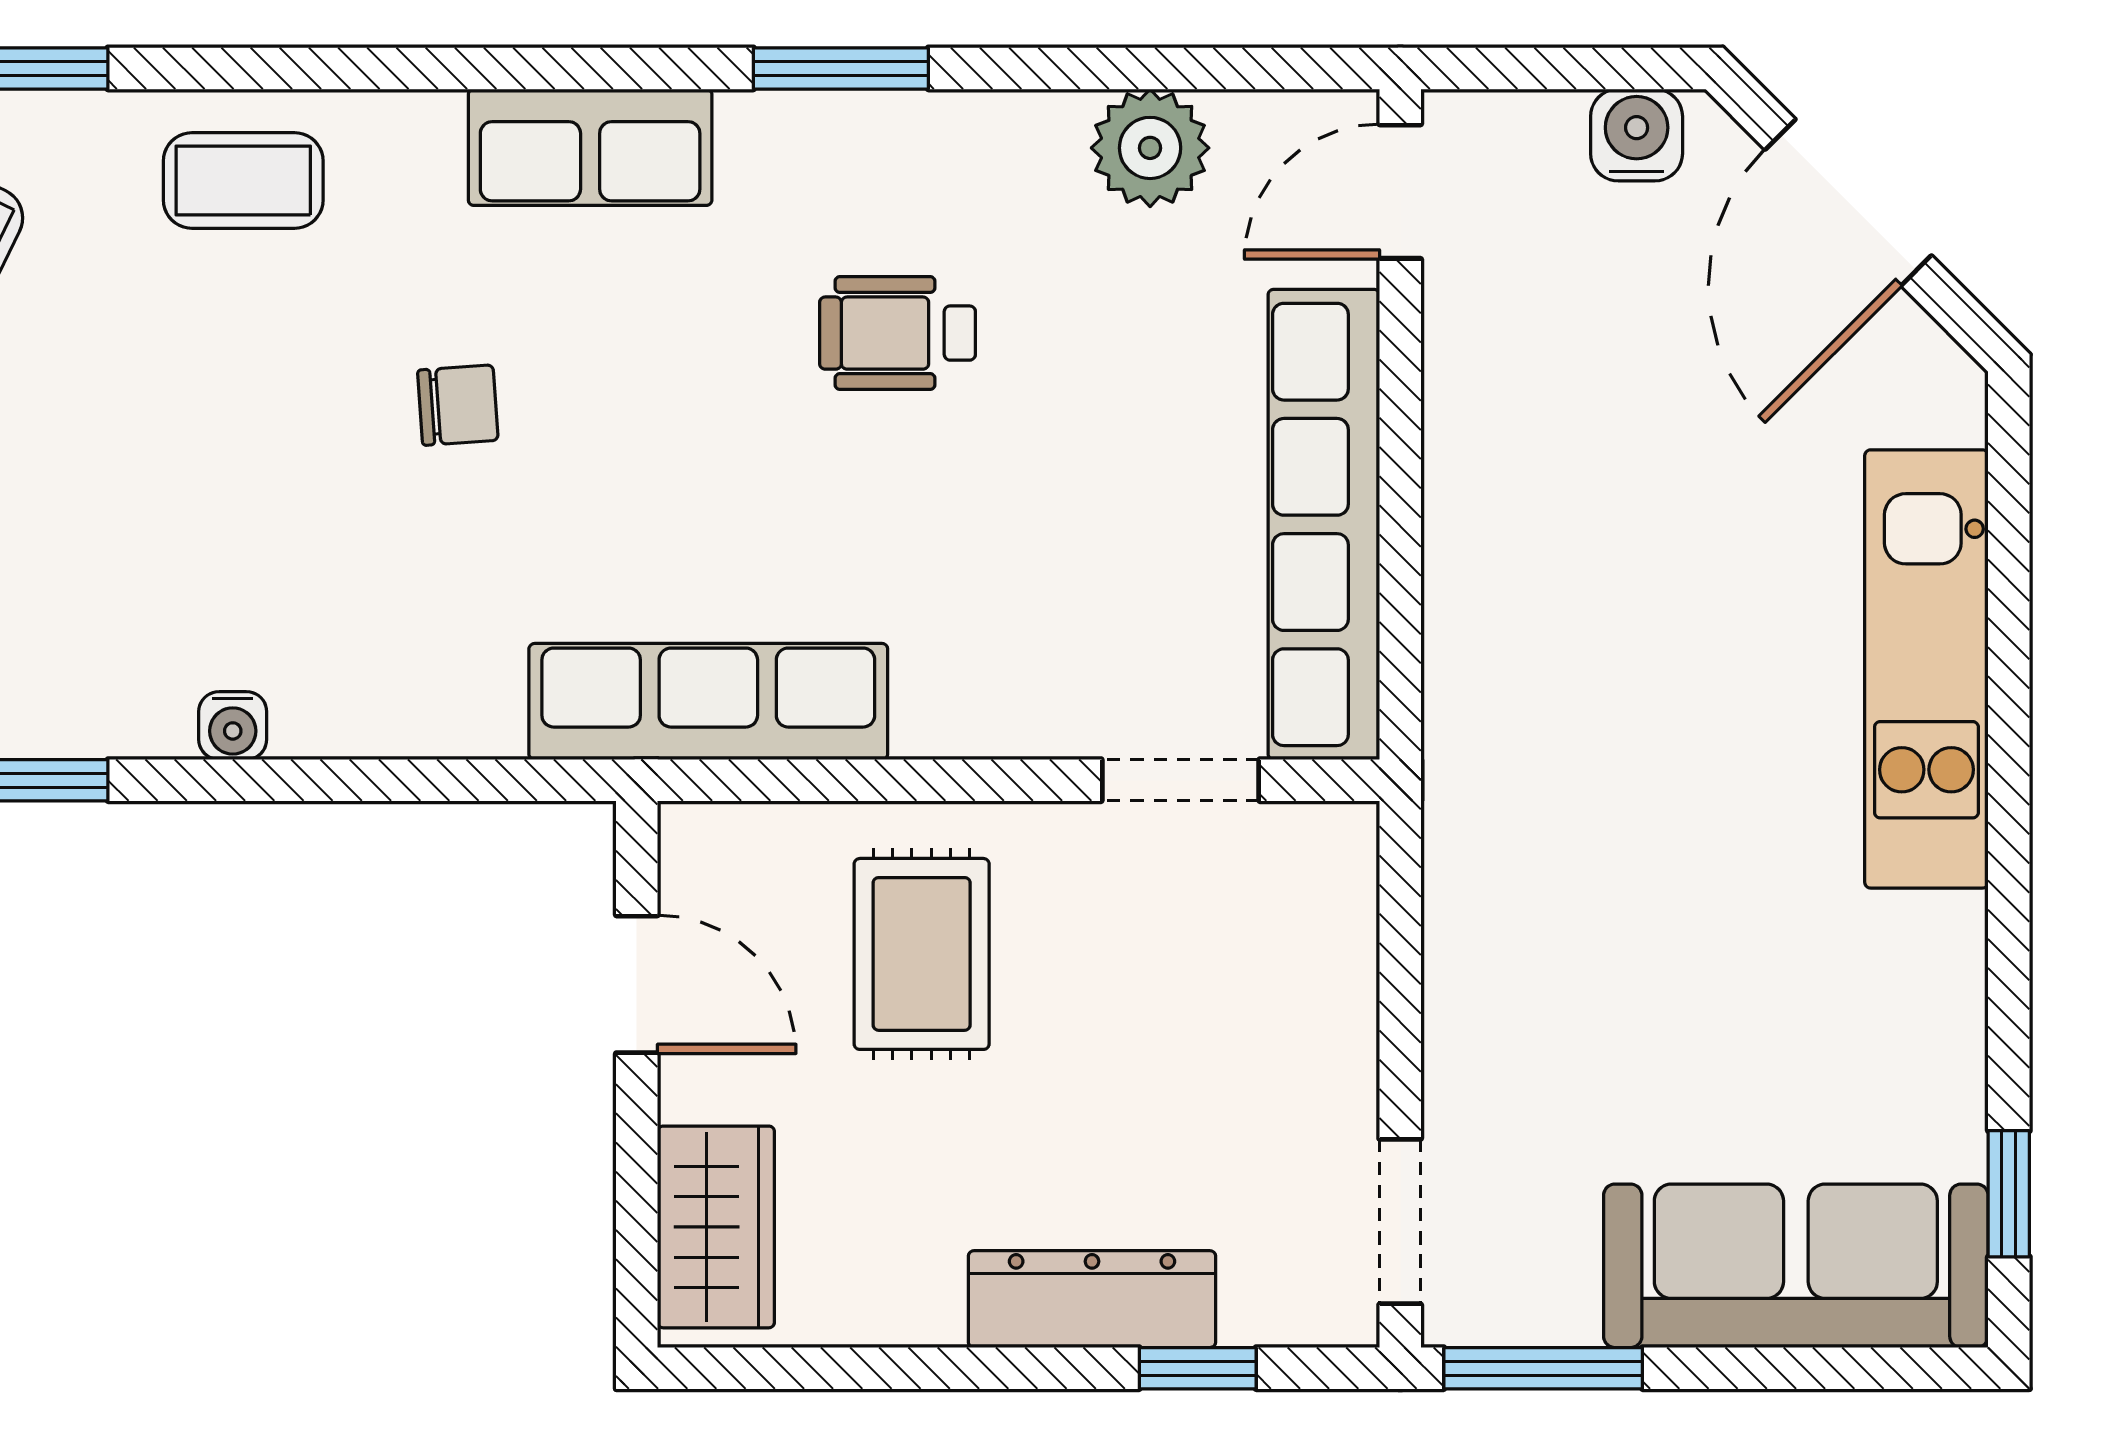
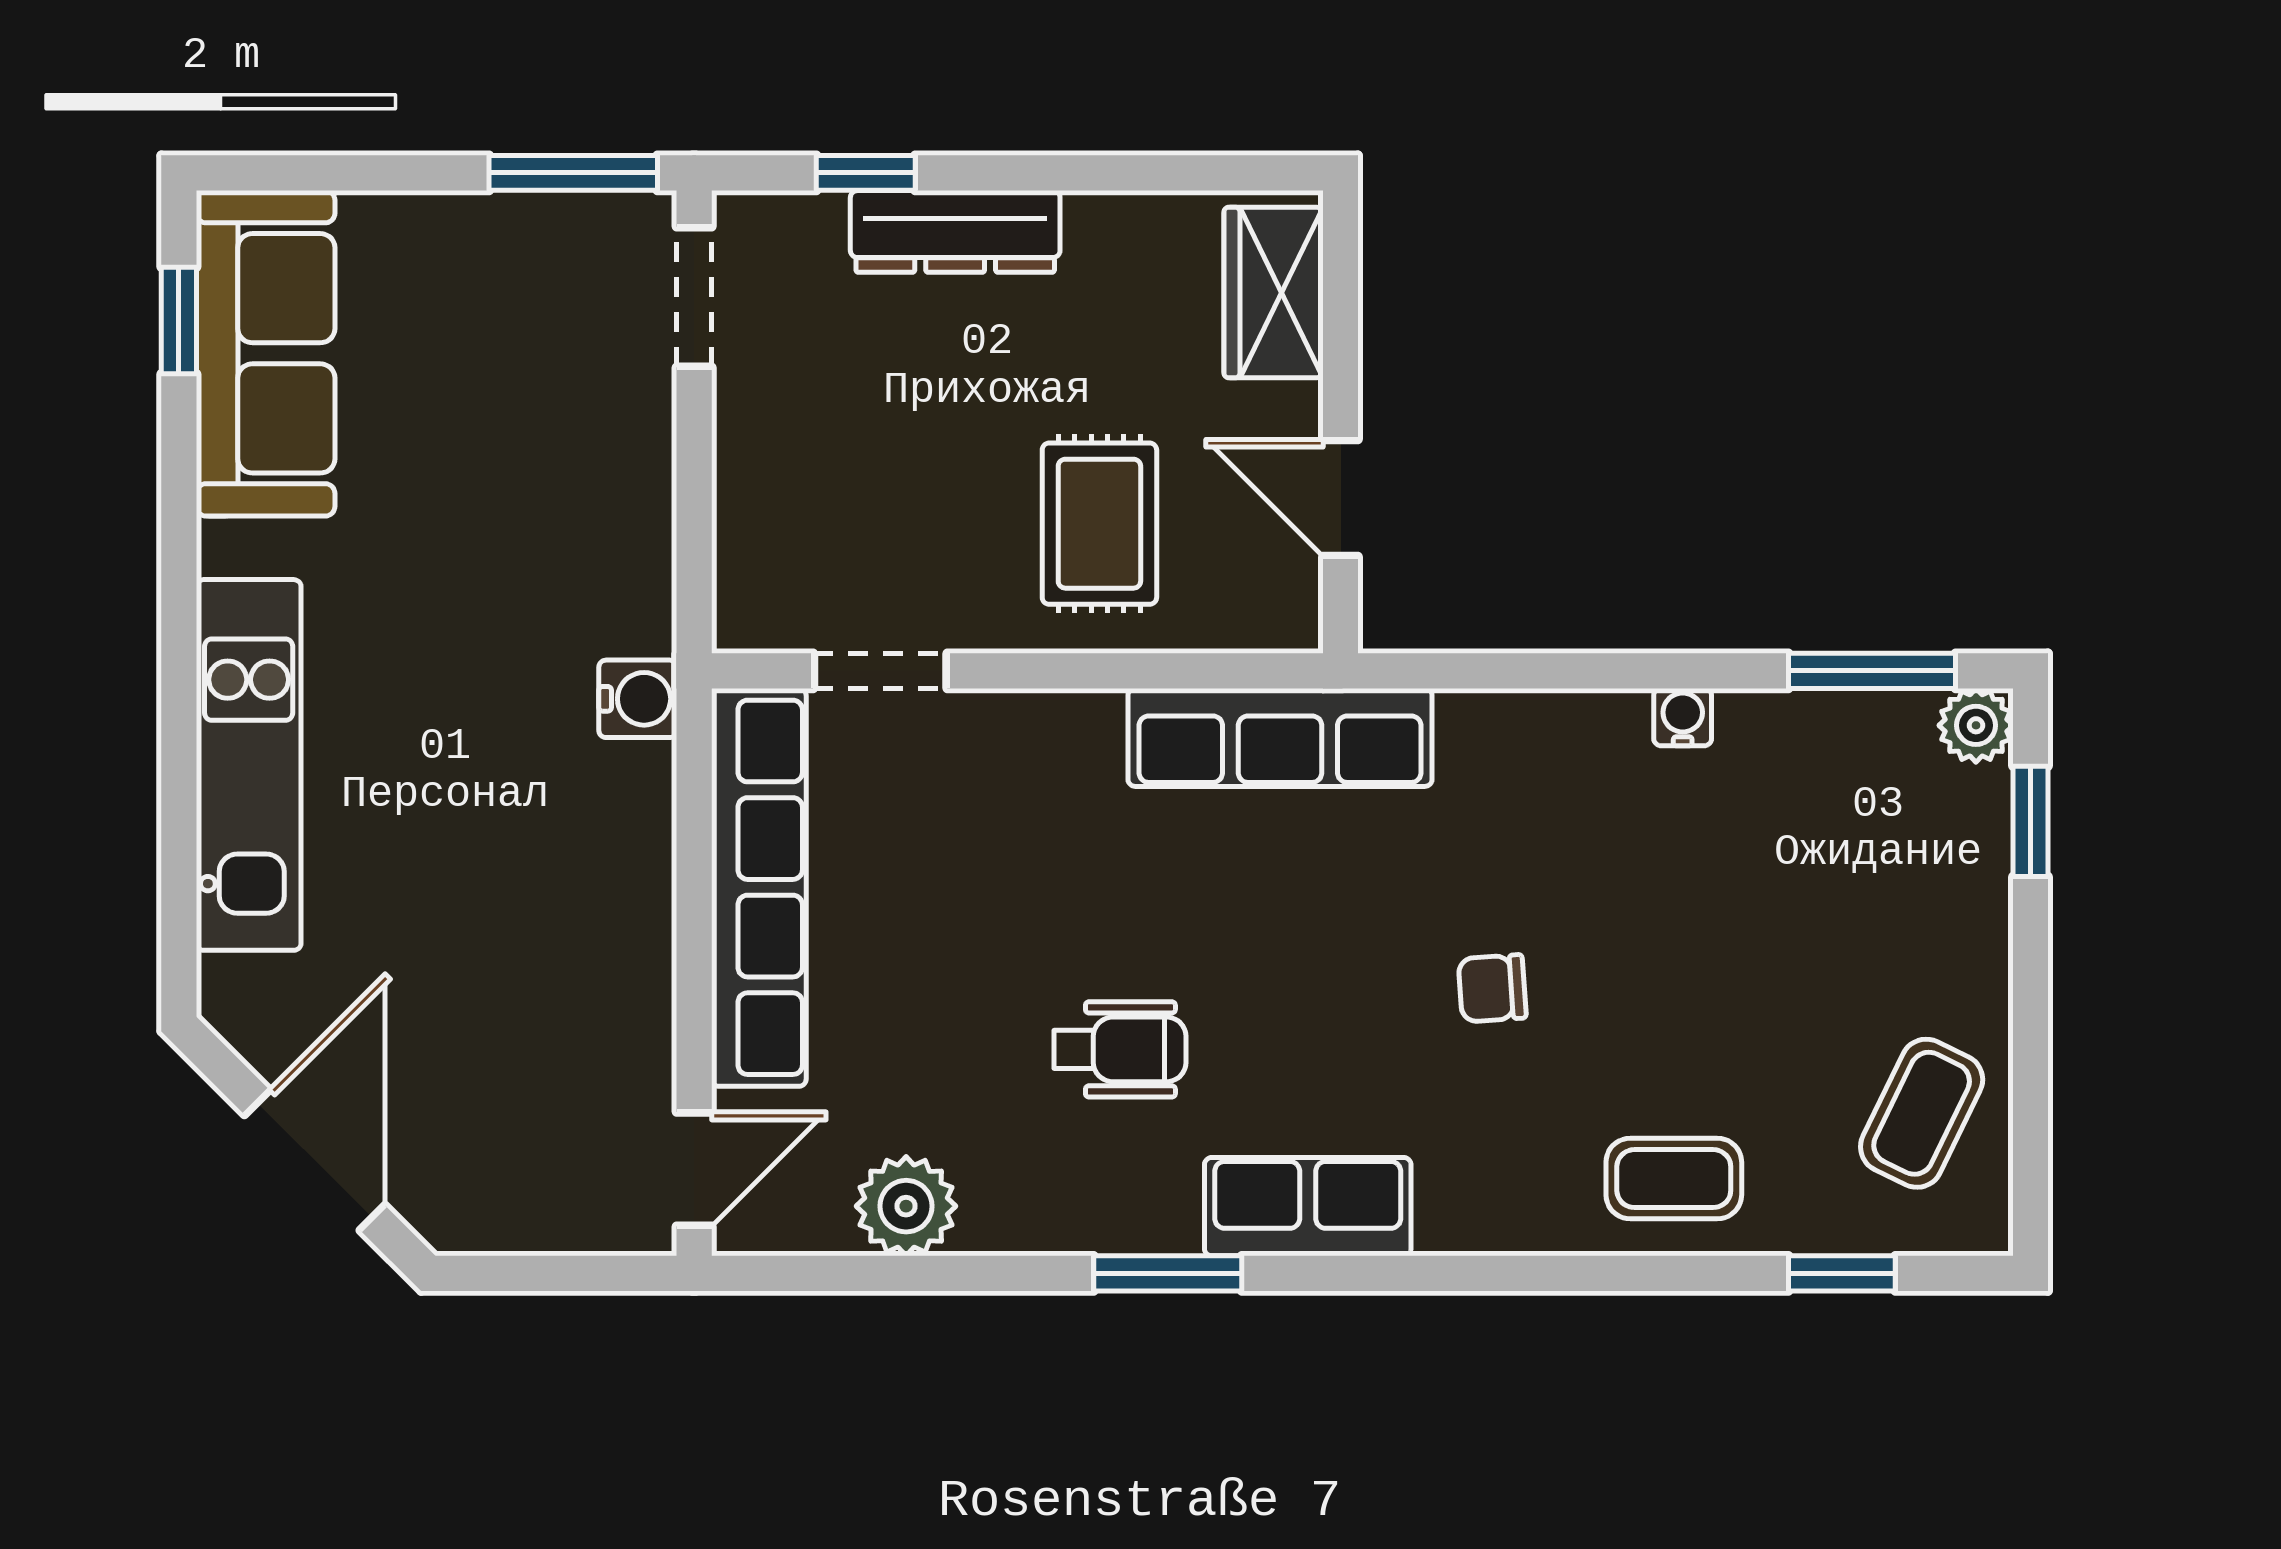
water cooler: (1637, 135) -> (638, 699), moved, turned -90
row of seats: (590, 147) -> (1308, 1207), moved
sofa: (1796, 1266) -> (266, 353), moved, turned -90

